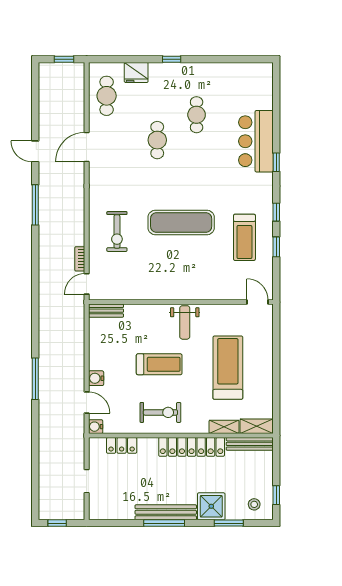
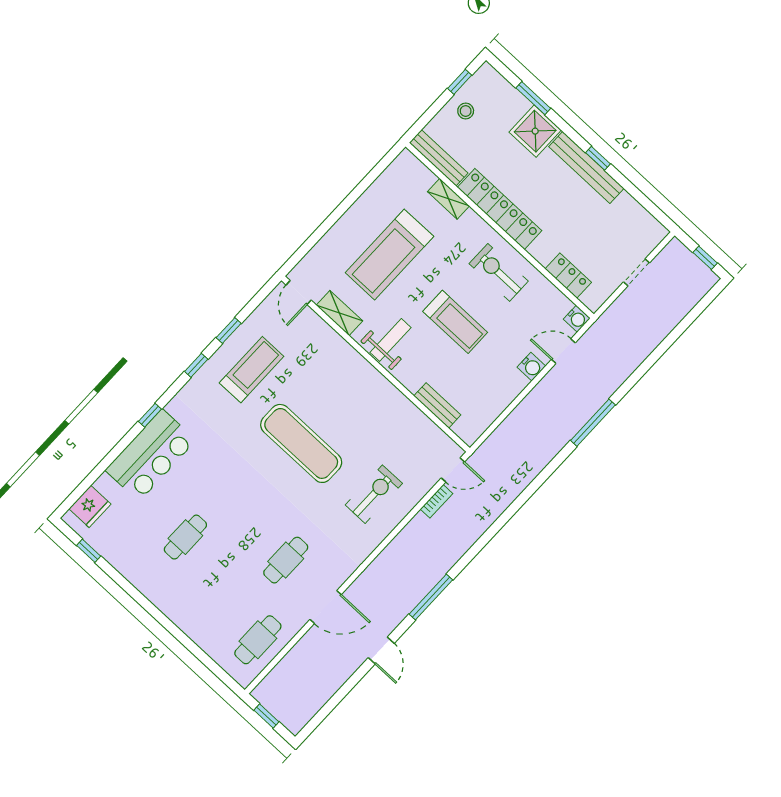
window: (172, 59) -> (89, 551), moved
fridge: (136, 72) -> (90, 506), moved, turned 90
cafe table: (157, 140) -> (286, 560), moved
bench: (106, 311) -> (437, 405), moved
treadmill: (159, 364) -> (455, 322), turned 180
door: (87, 402) -> (563, 351), hinge flipped
shelving: (257, 426) -> (339, 313), moved
stool: (254, 504) -> (466, 111), moved
window: (164, 523) -> (598, 158), width x0.46

